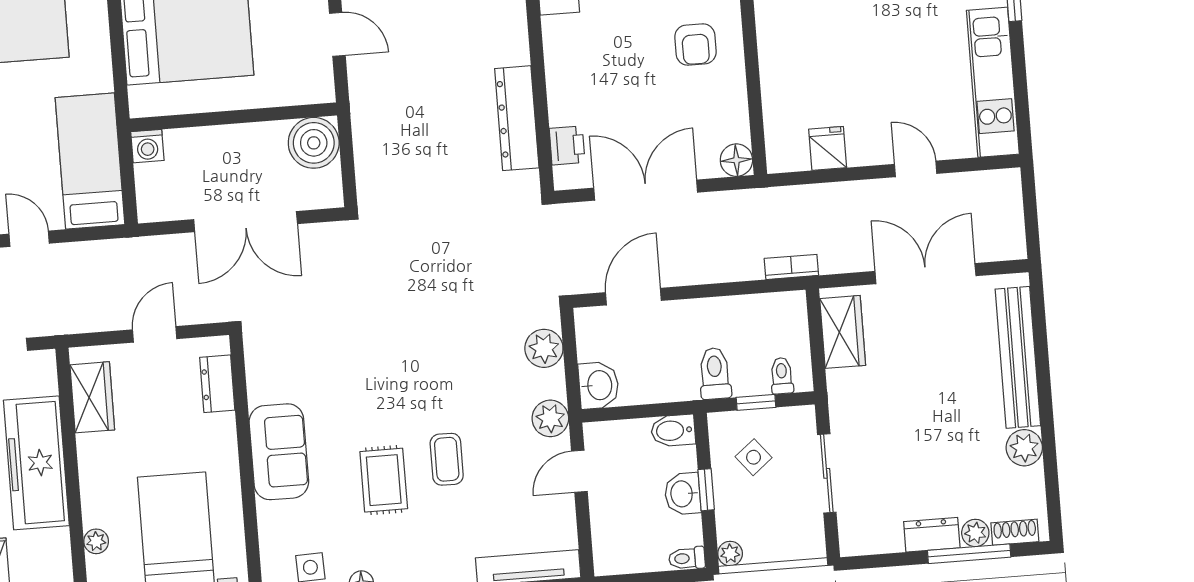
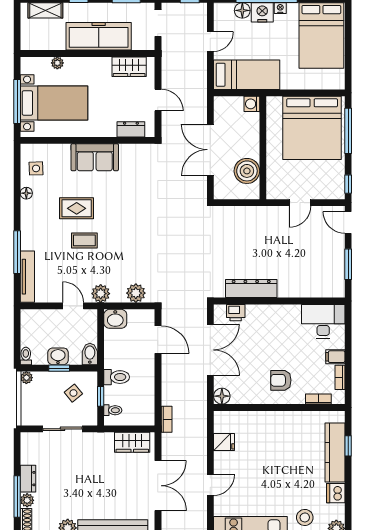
boiler: (314, 143) -> (247, 171), moved

